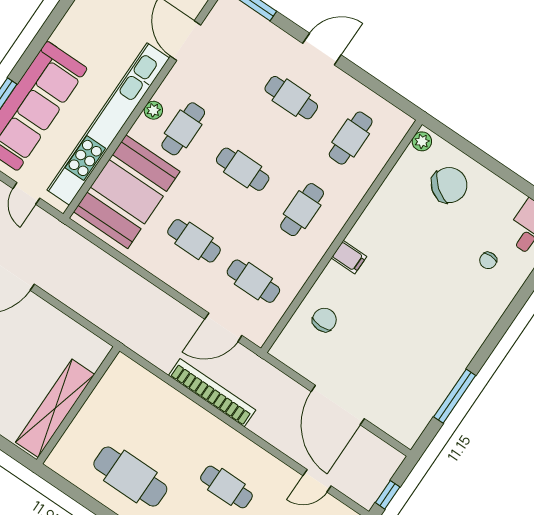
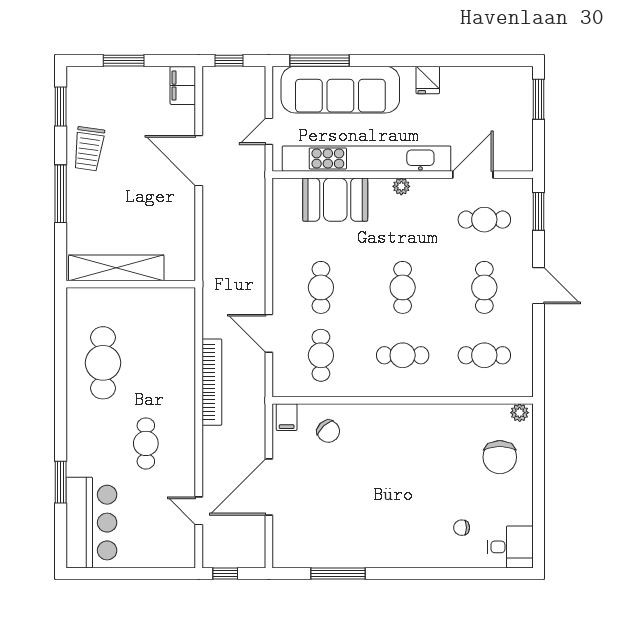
fridge: (76, 24) -> (428, 80), added
cafe table: (183, 129) -> (484, 220), moved
chair: (449, 185) -> (500, 457), turned 52
booth: (127, 192) -> (335, 200), width x0.73, depth x0.70
filing cabinet: (349, 257) -> (287, 417), moved
chair: (324, 320) -> (328, 431), turned 47
door: (223, 327) -> (269, 333), moved

